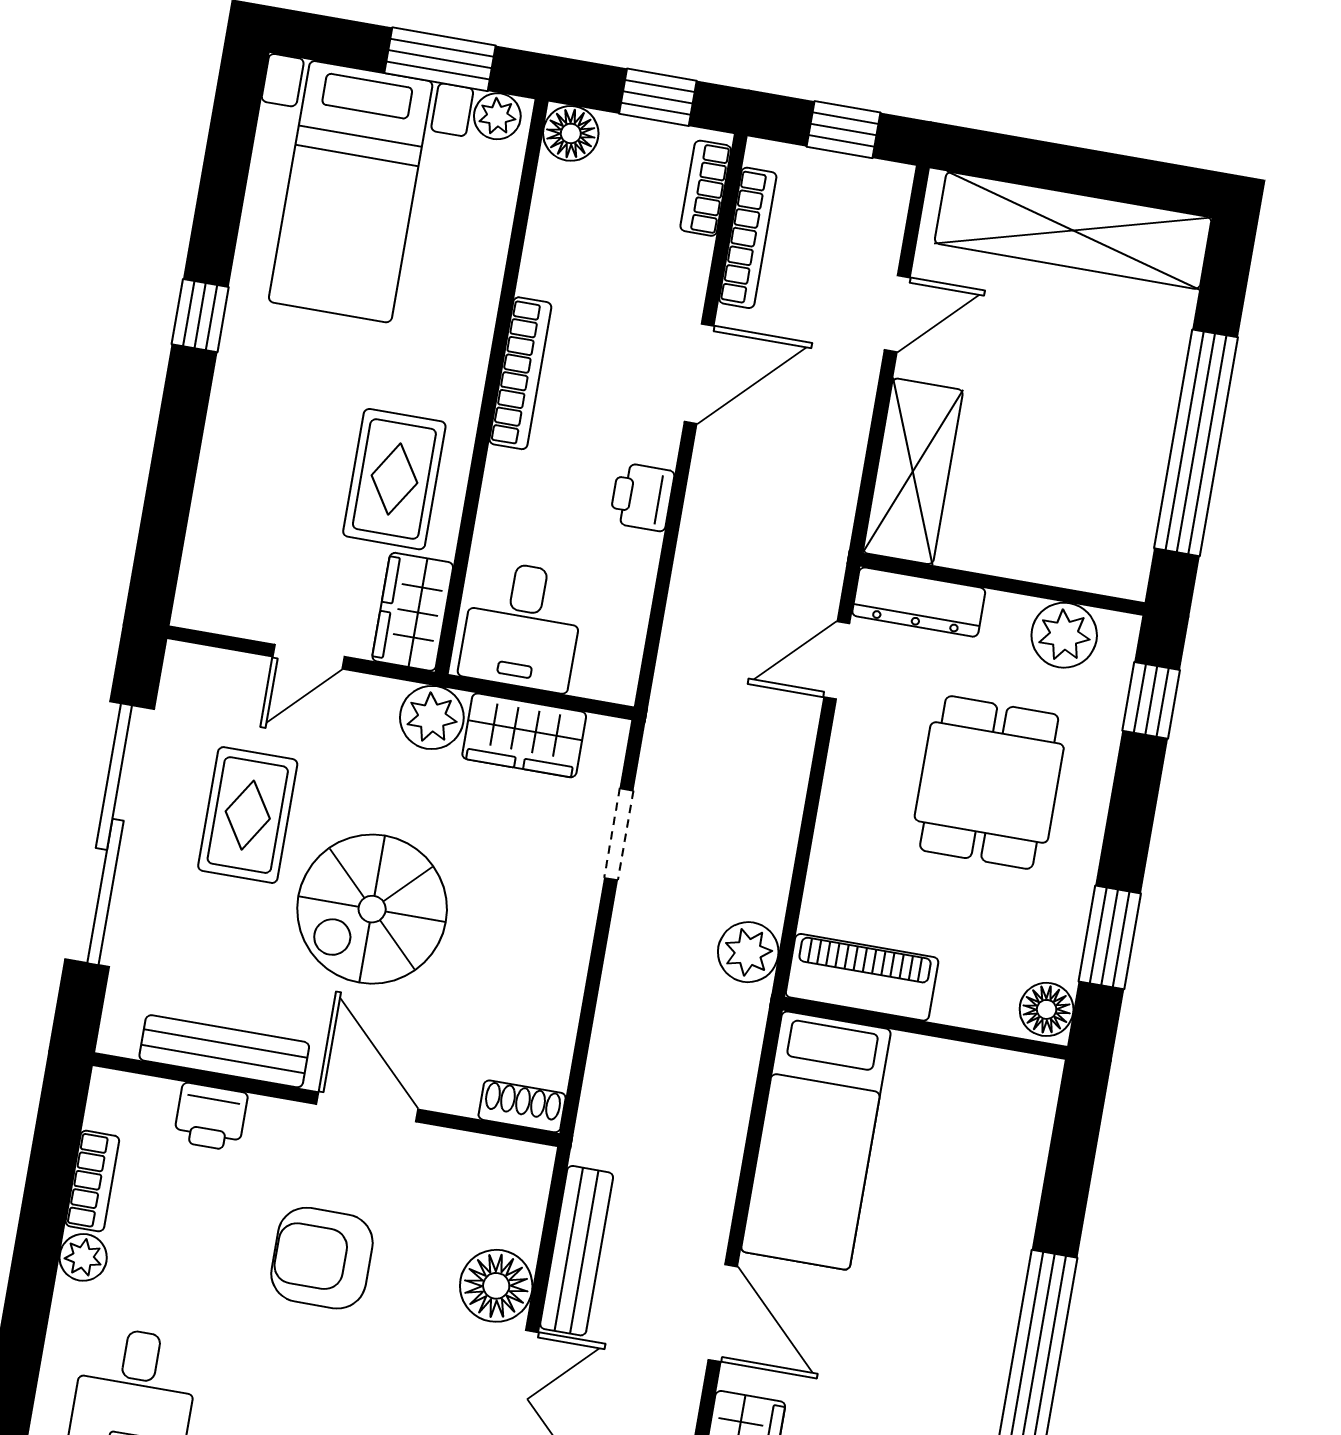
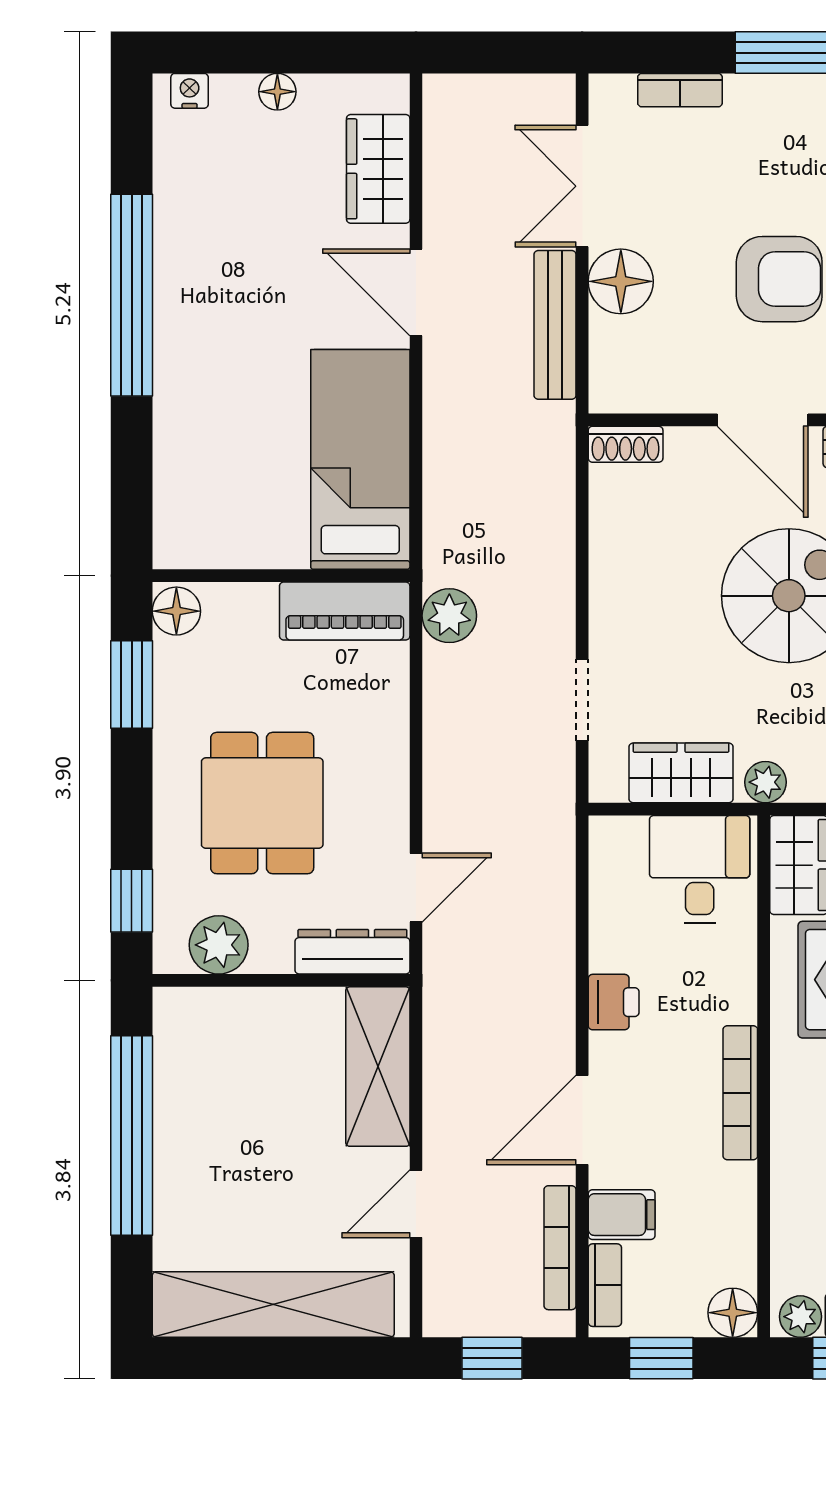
filing cabinet: (674, 262) -> (622, 1215), added
plant: (432, 718) -> (765, 782), width x0.73, depth x0.73

